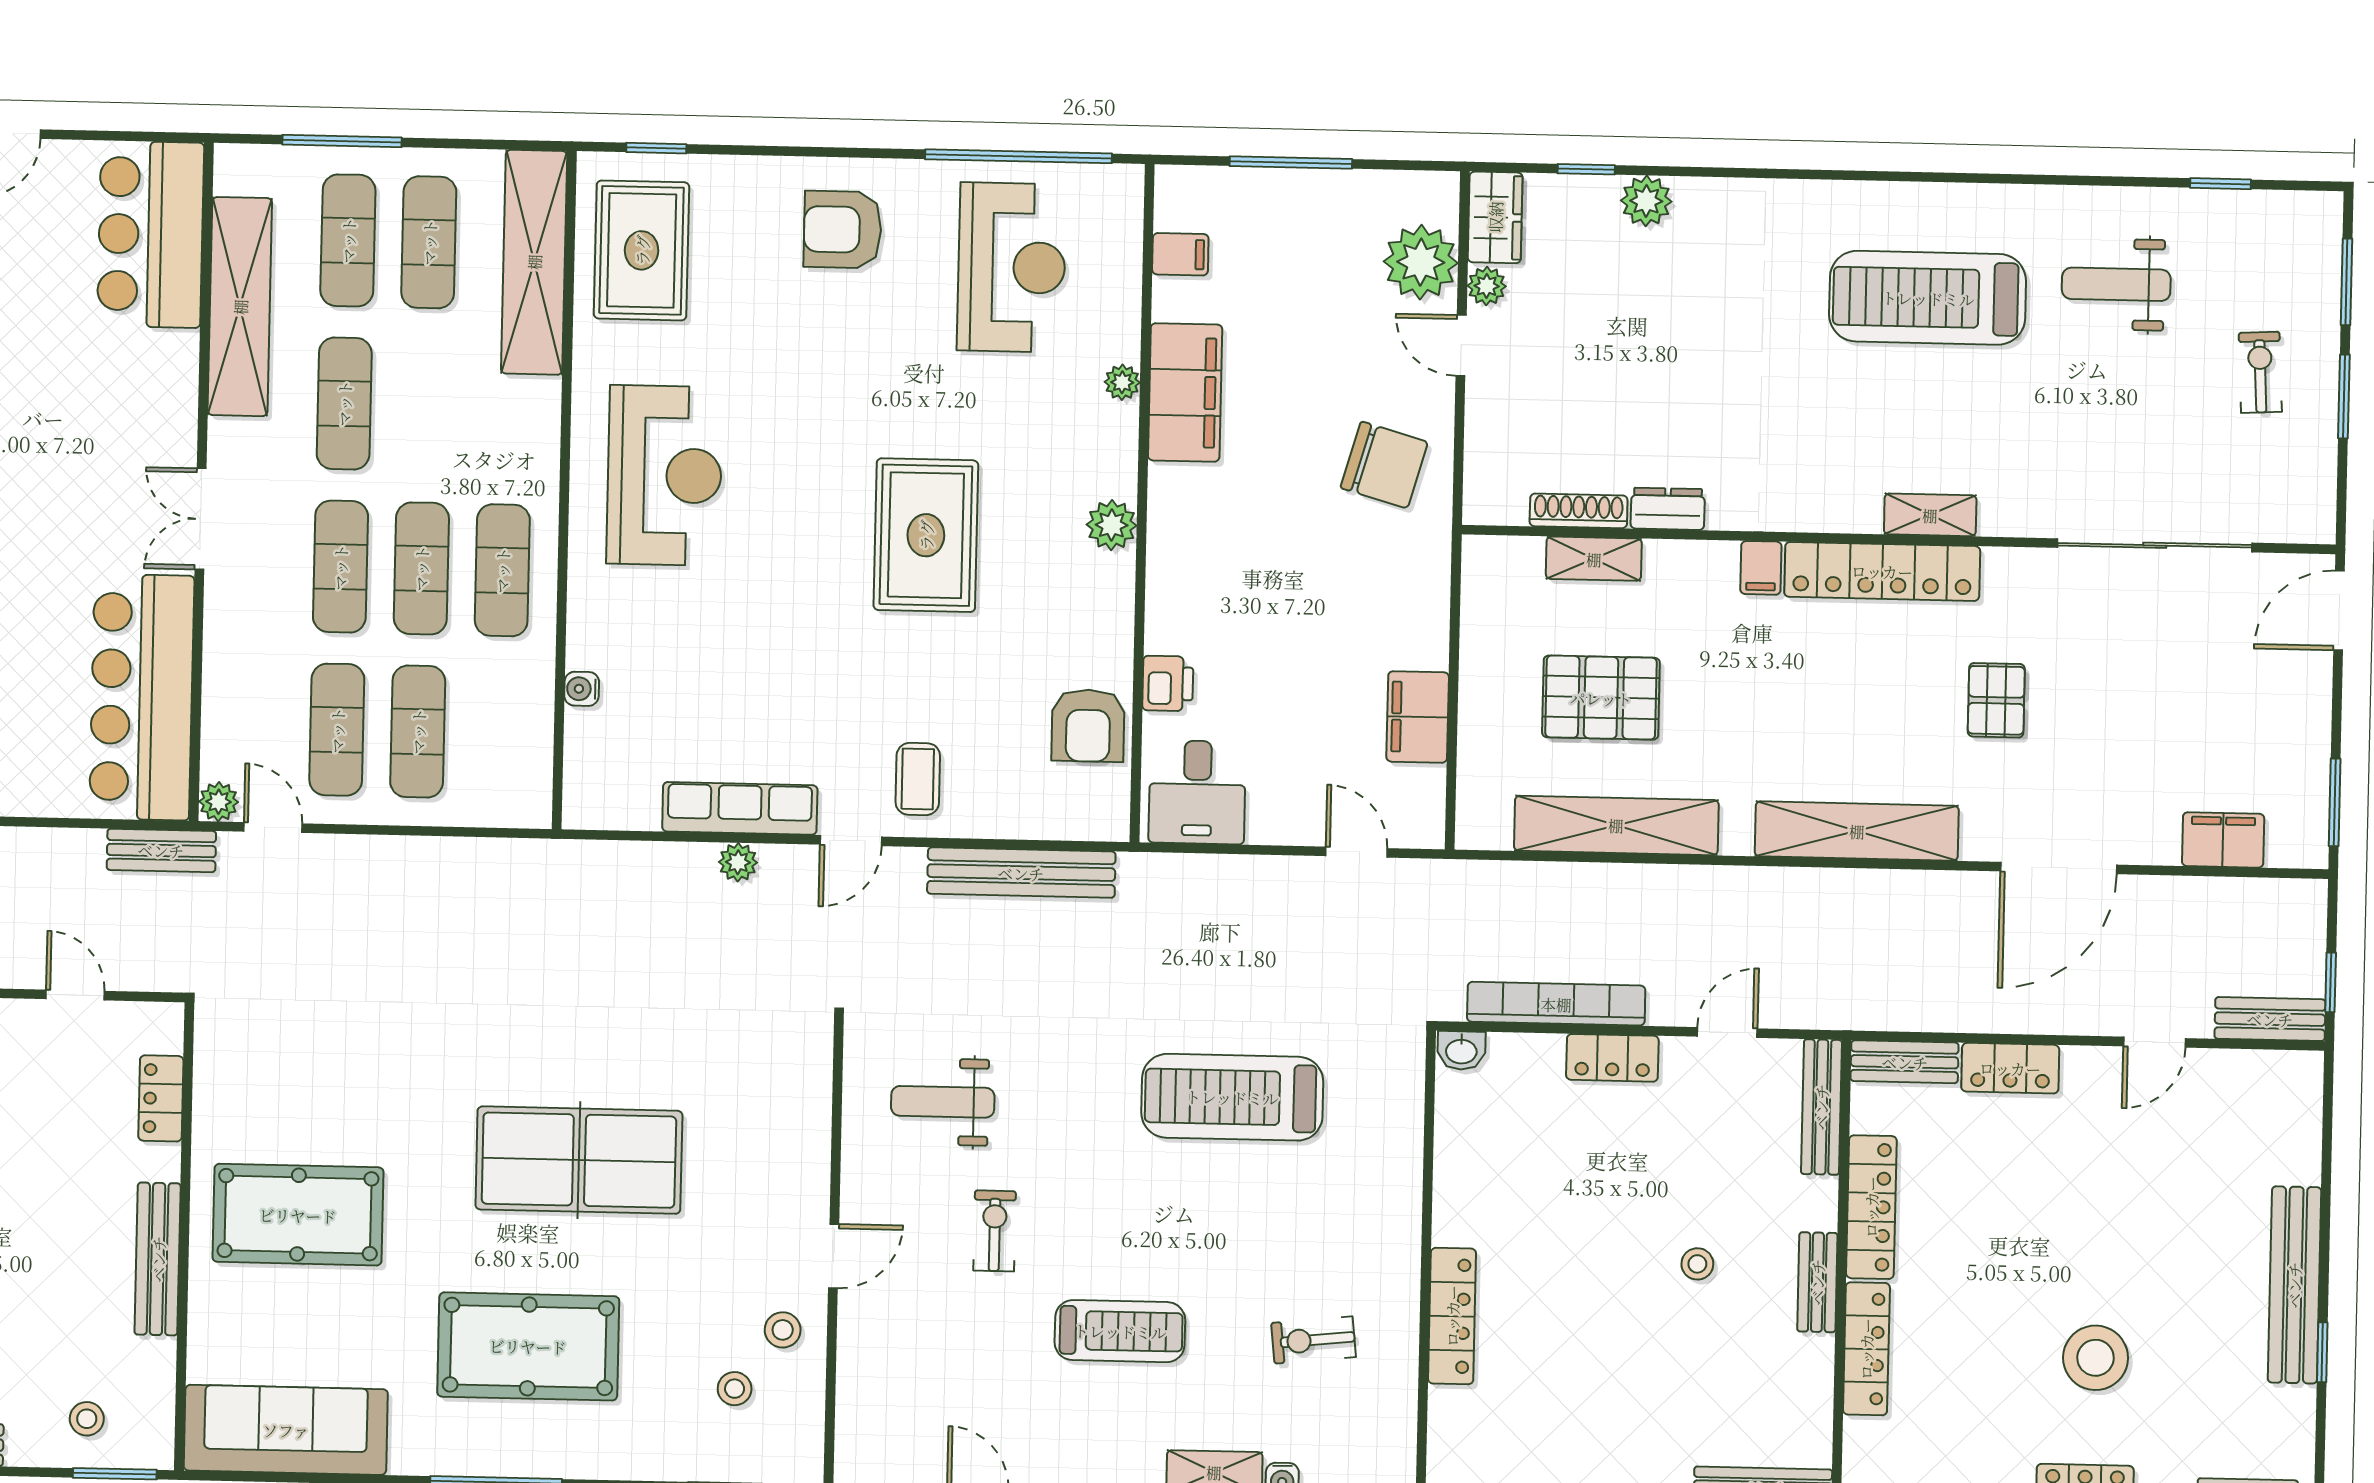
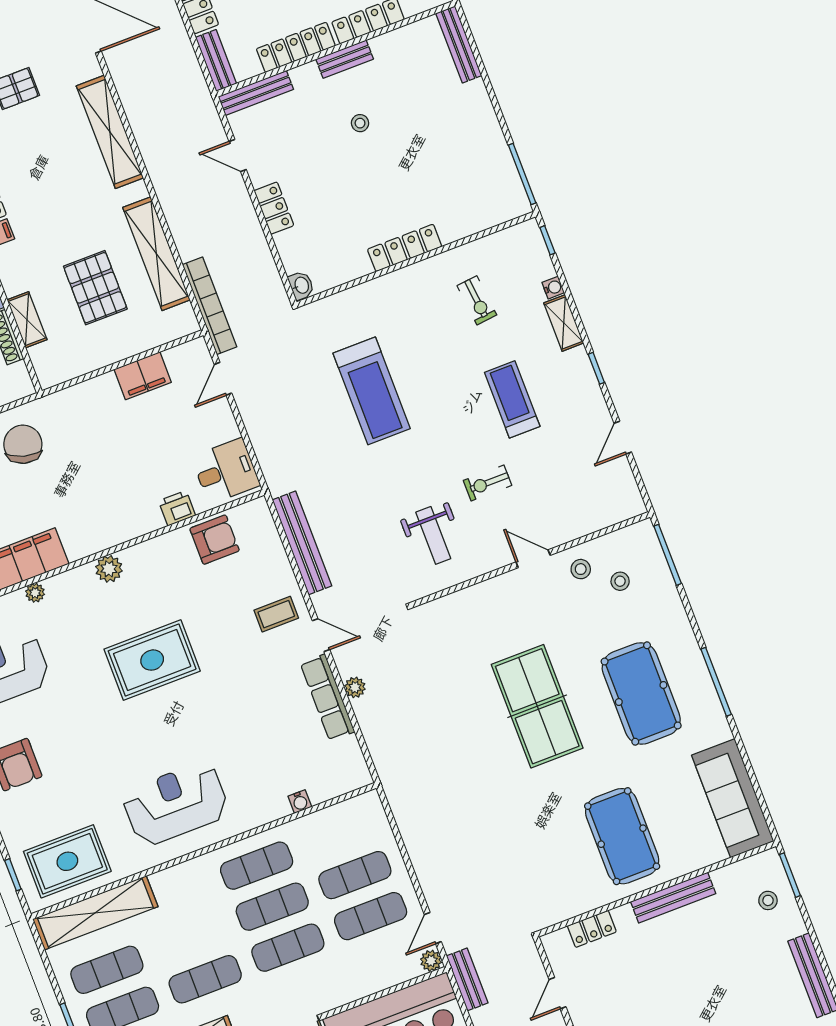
bookcase: (1556, 1004) -> (210, 306), moved, turned 180
locker: (1452, 1316) -> (405, 248), moved

